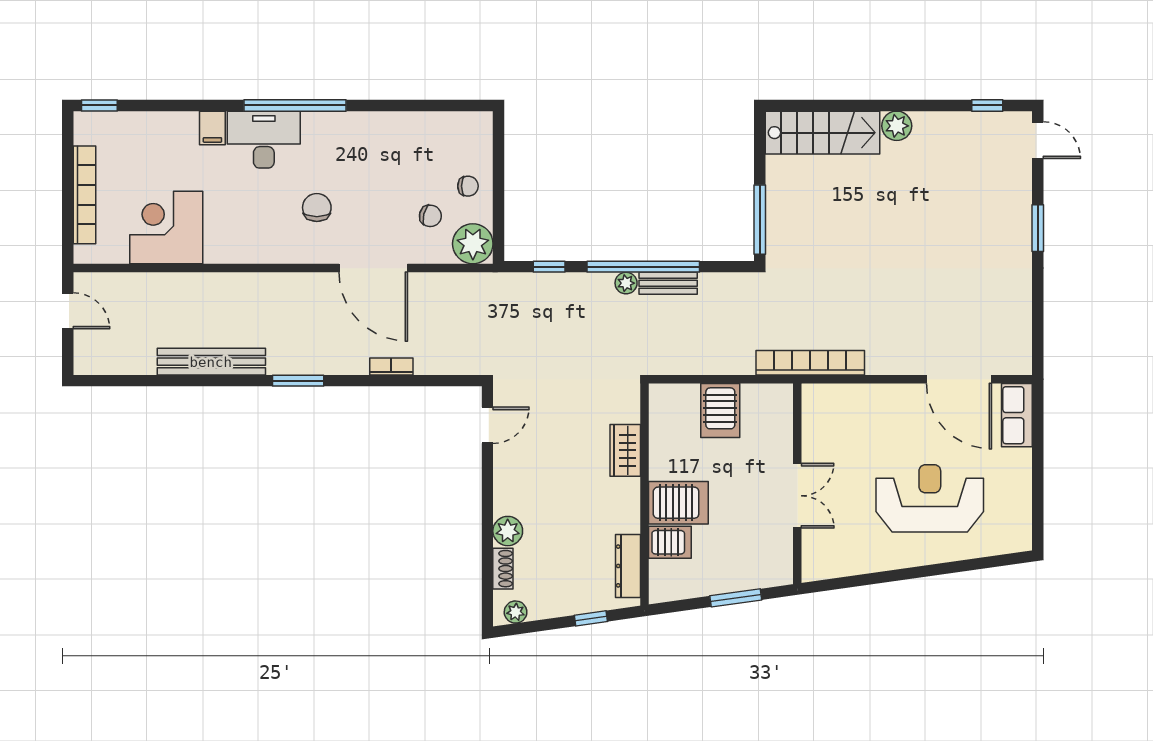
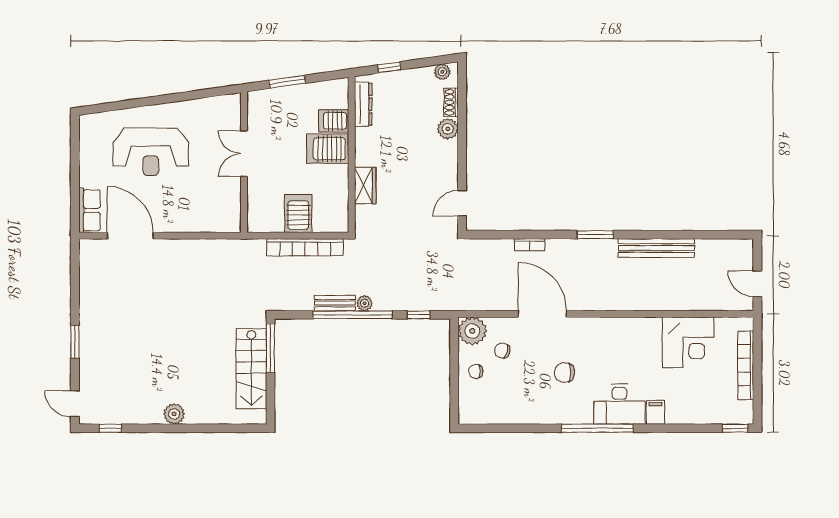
stairs: (823, 133) -> (251, 369), moved, turned -90
chair: (317, 208) -> (565, 373), moved, turned 90
bookcase: (810, 363) -> (305, 247), moved

